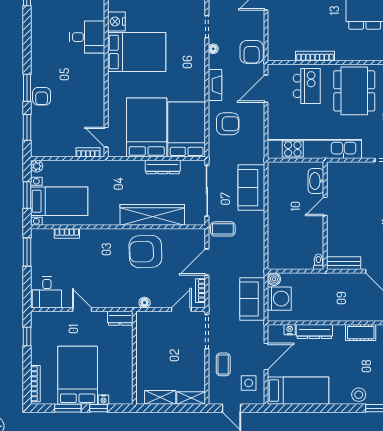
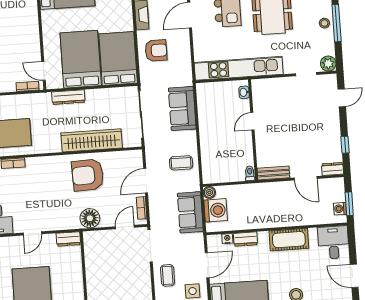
dresser: (163, 167) -> (68, 97), moved
washbasin: (316, 181) -> (244, 92), width x0.52, depth x0.69
coffee table: (223, 229) -> (181, 163), moved
floor lamp: (145, 303) -> (90, 218), width x1.89, depth x1.89
door: (82, 310) -> (32, 233), swing flipped
dresser: (314, 332) -> (245, 239), width x0.70
cot: (361, 333) -> (289, 240), width x1.37, depth x1.34

